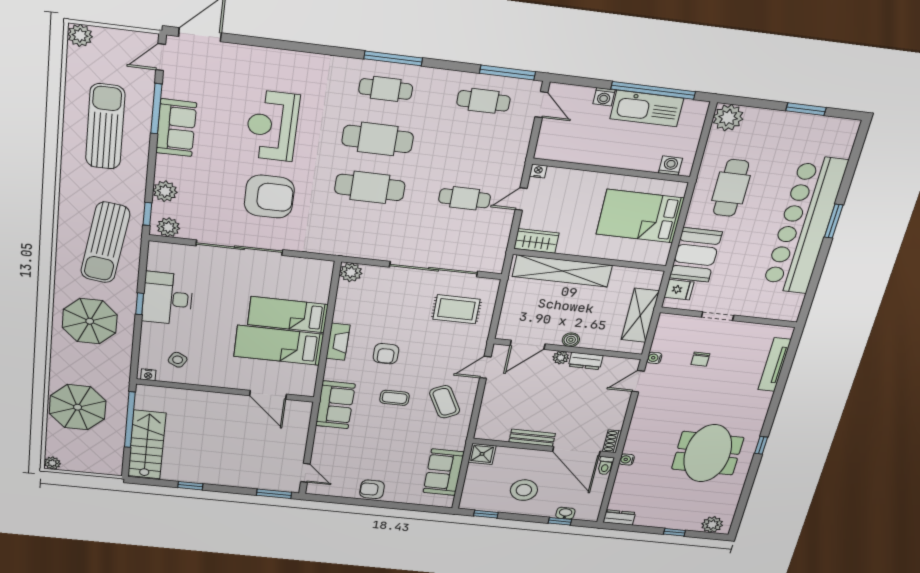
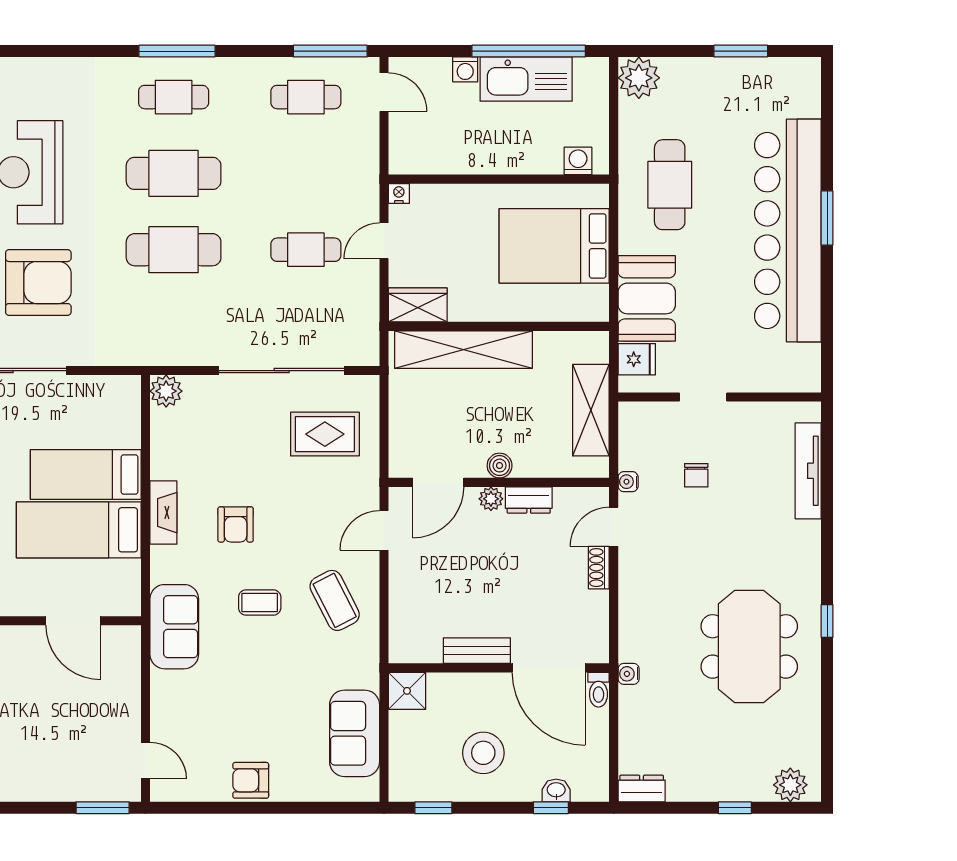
shoe rack: (612, 441) -> (599, 568), moved

